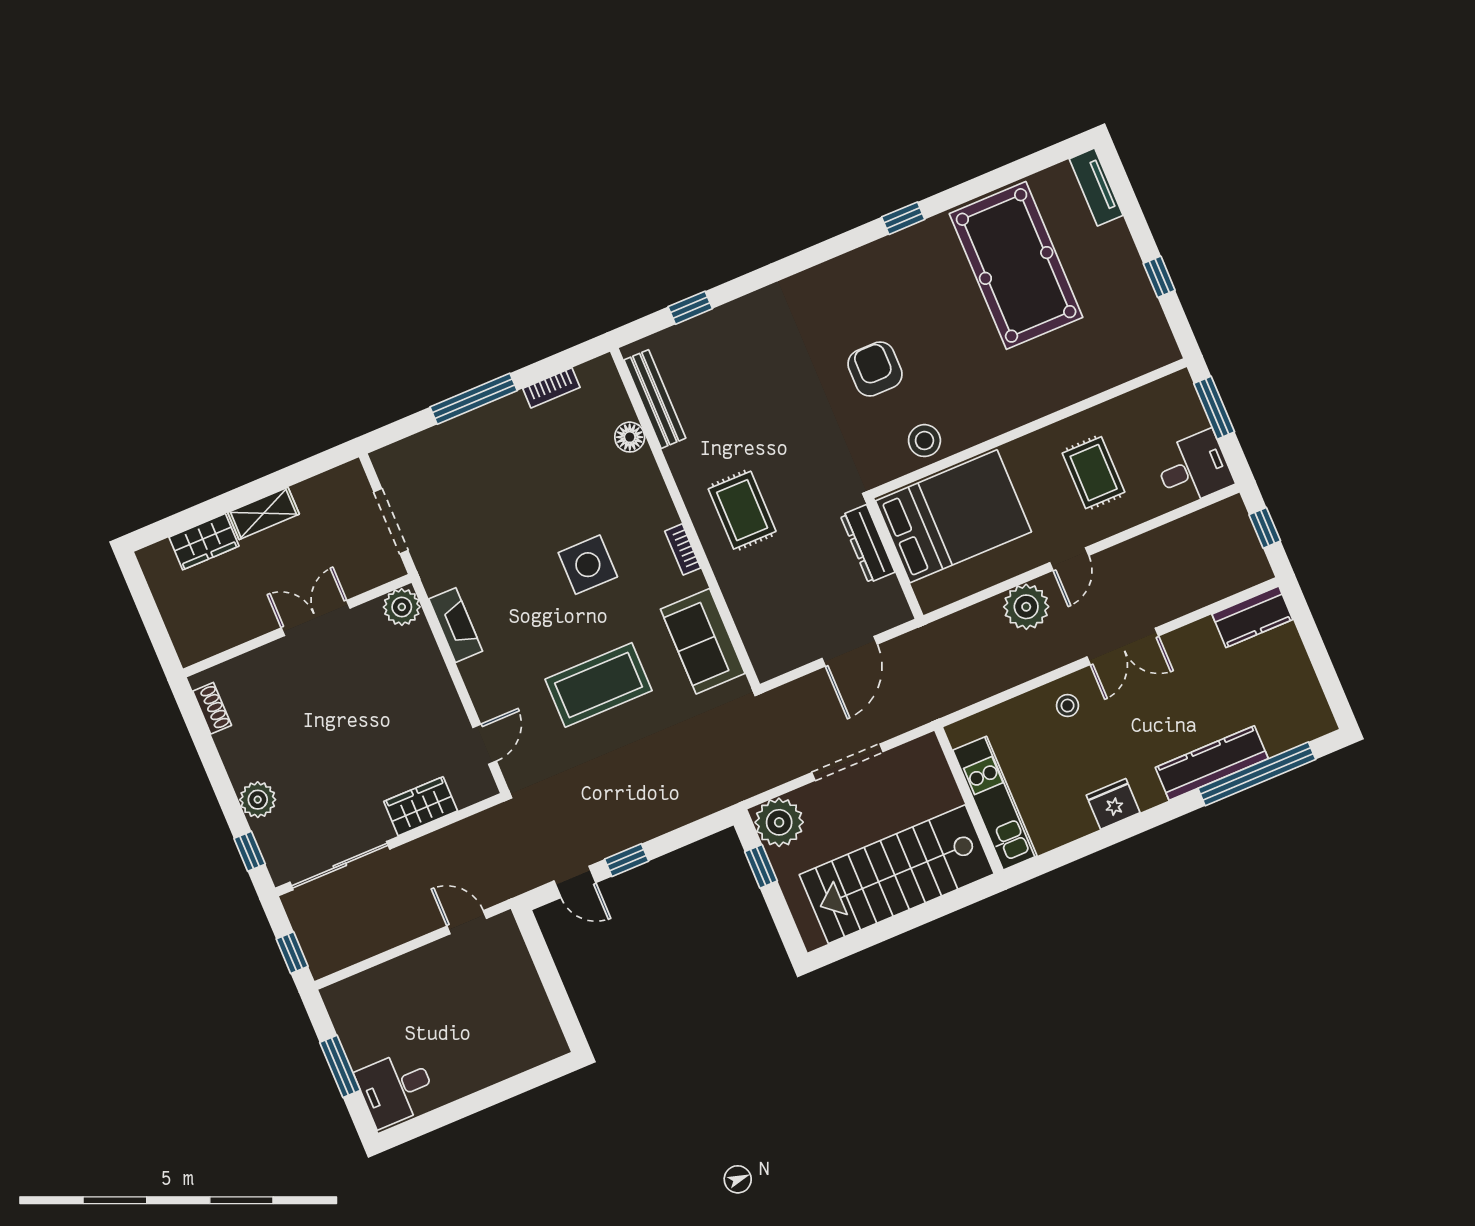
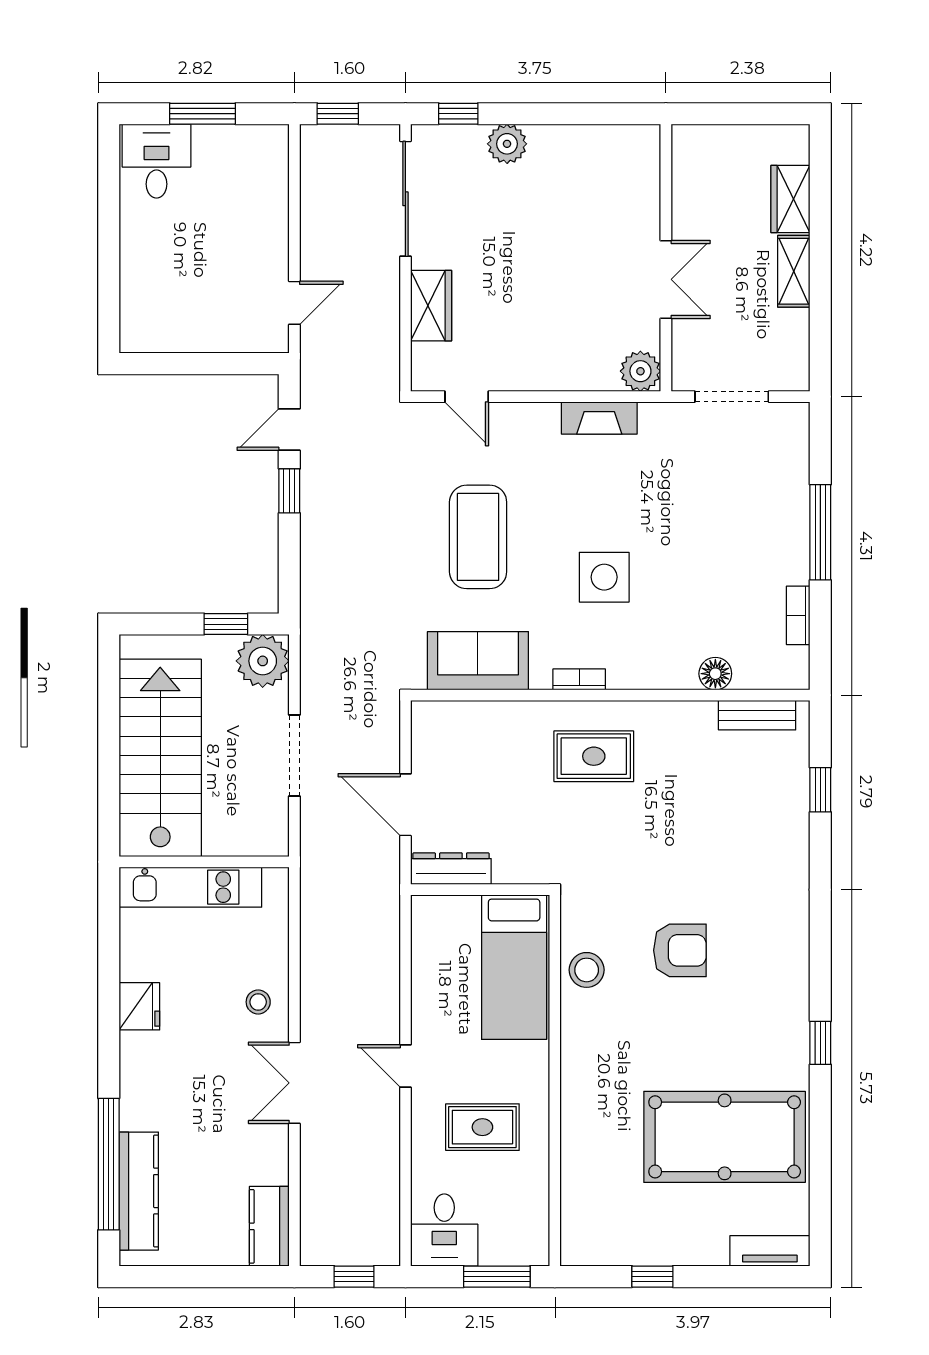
bench: (655, 399) -> (757, 715), width x0.73
bed: (953, 516) -> (514, 967), width x0.67
dresser: (868, 544) -> (451, 869), moved
plant: (1026, 607) -> (375, 1002), removed
shoe rack: (212, 708) -> (619, 137), removed
kitchen counter: (1212, 763) -> (139, 1191), moved

